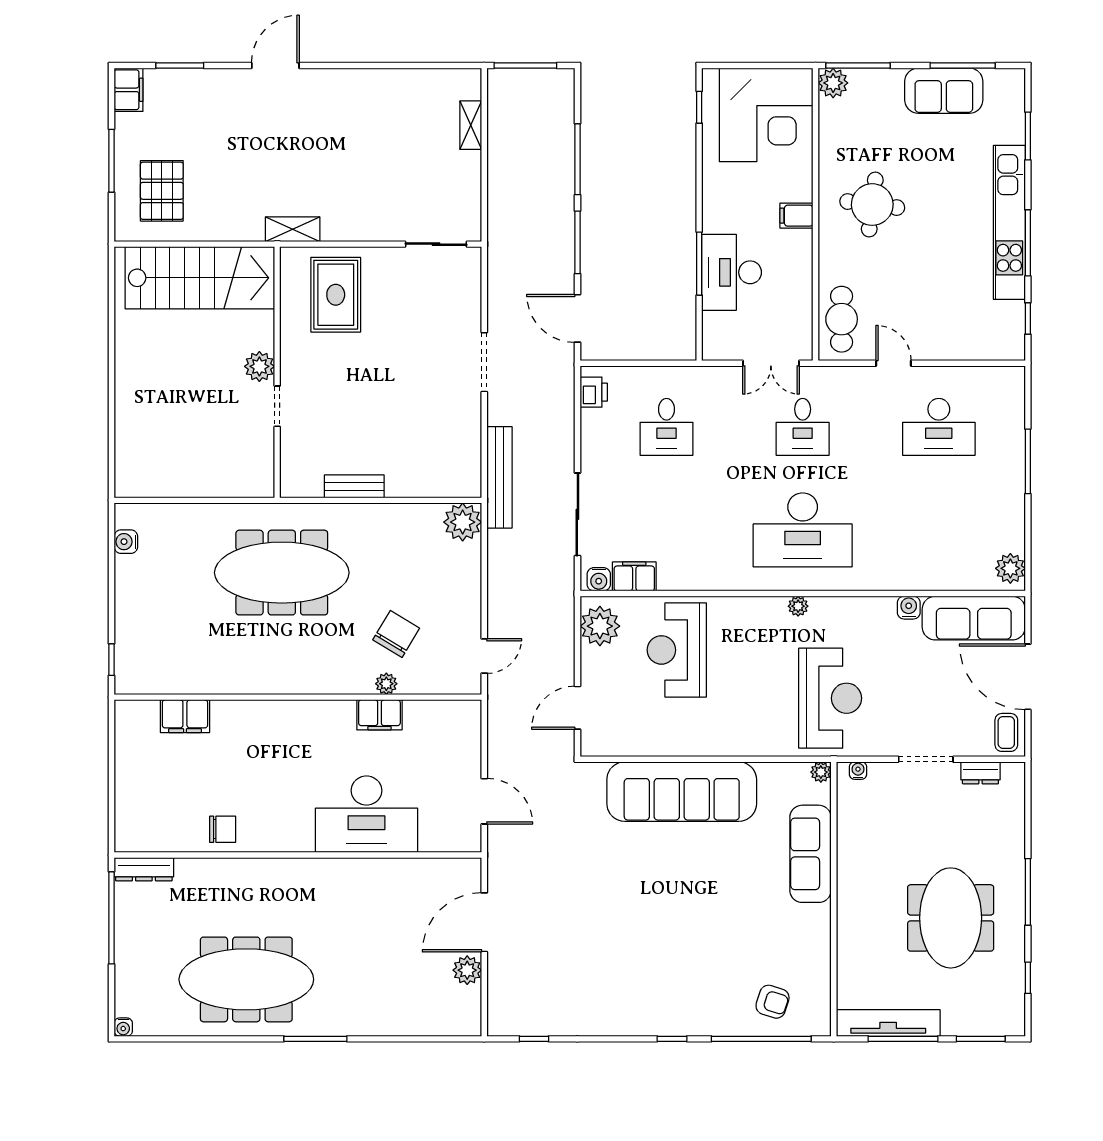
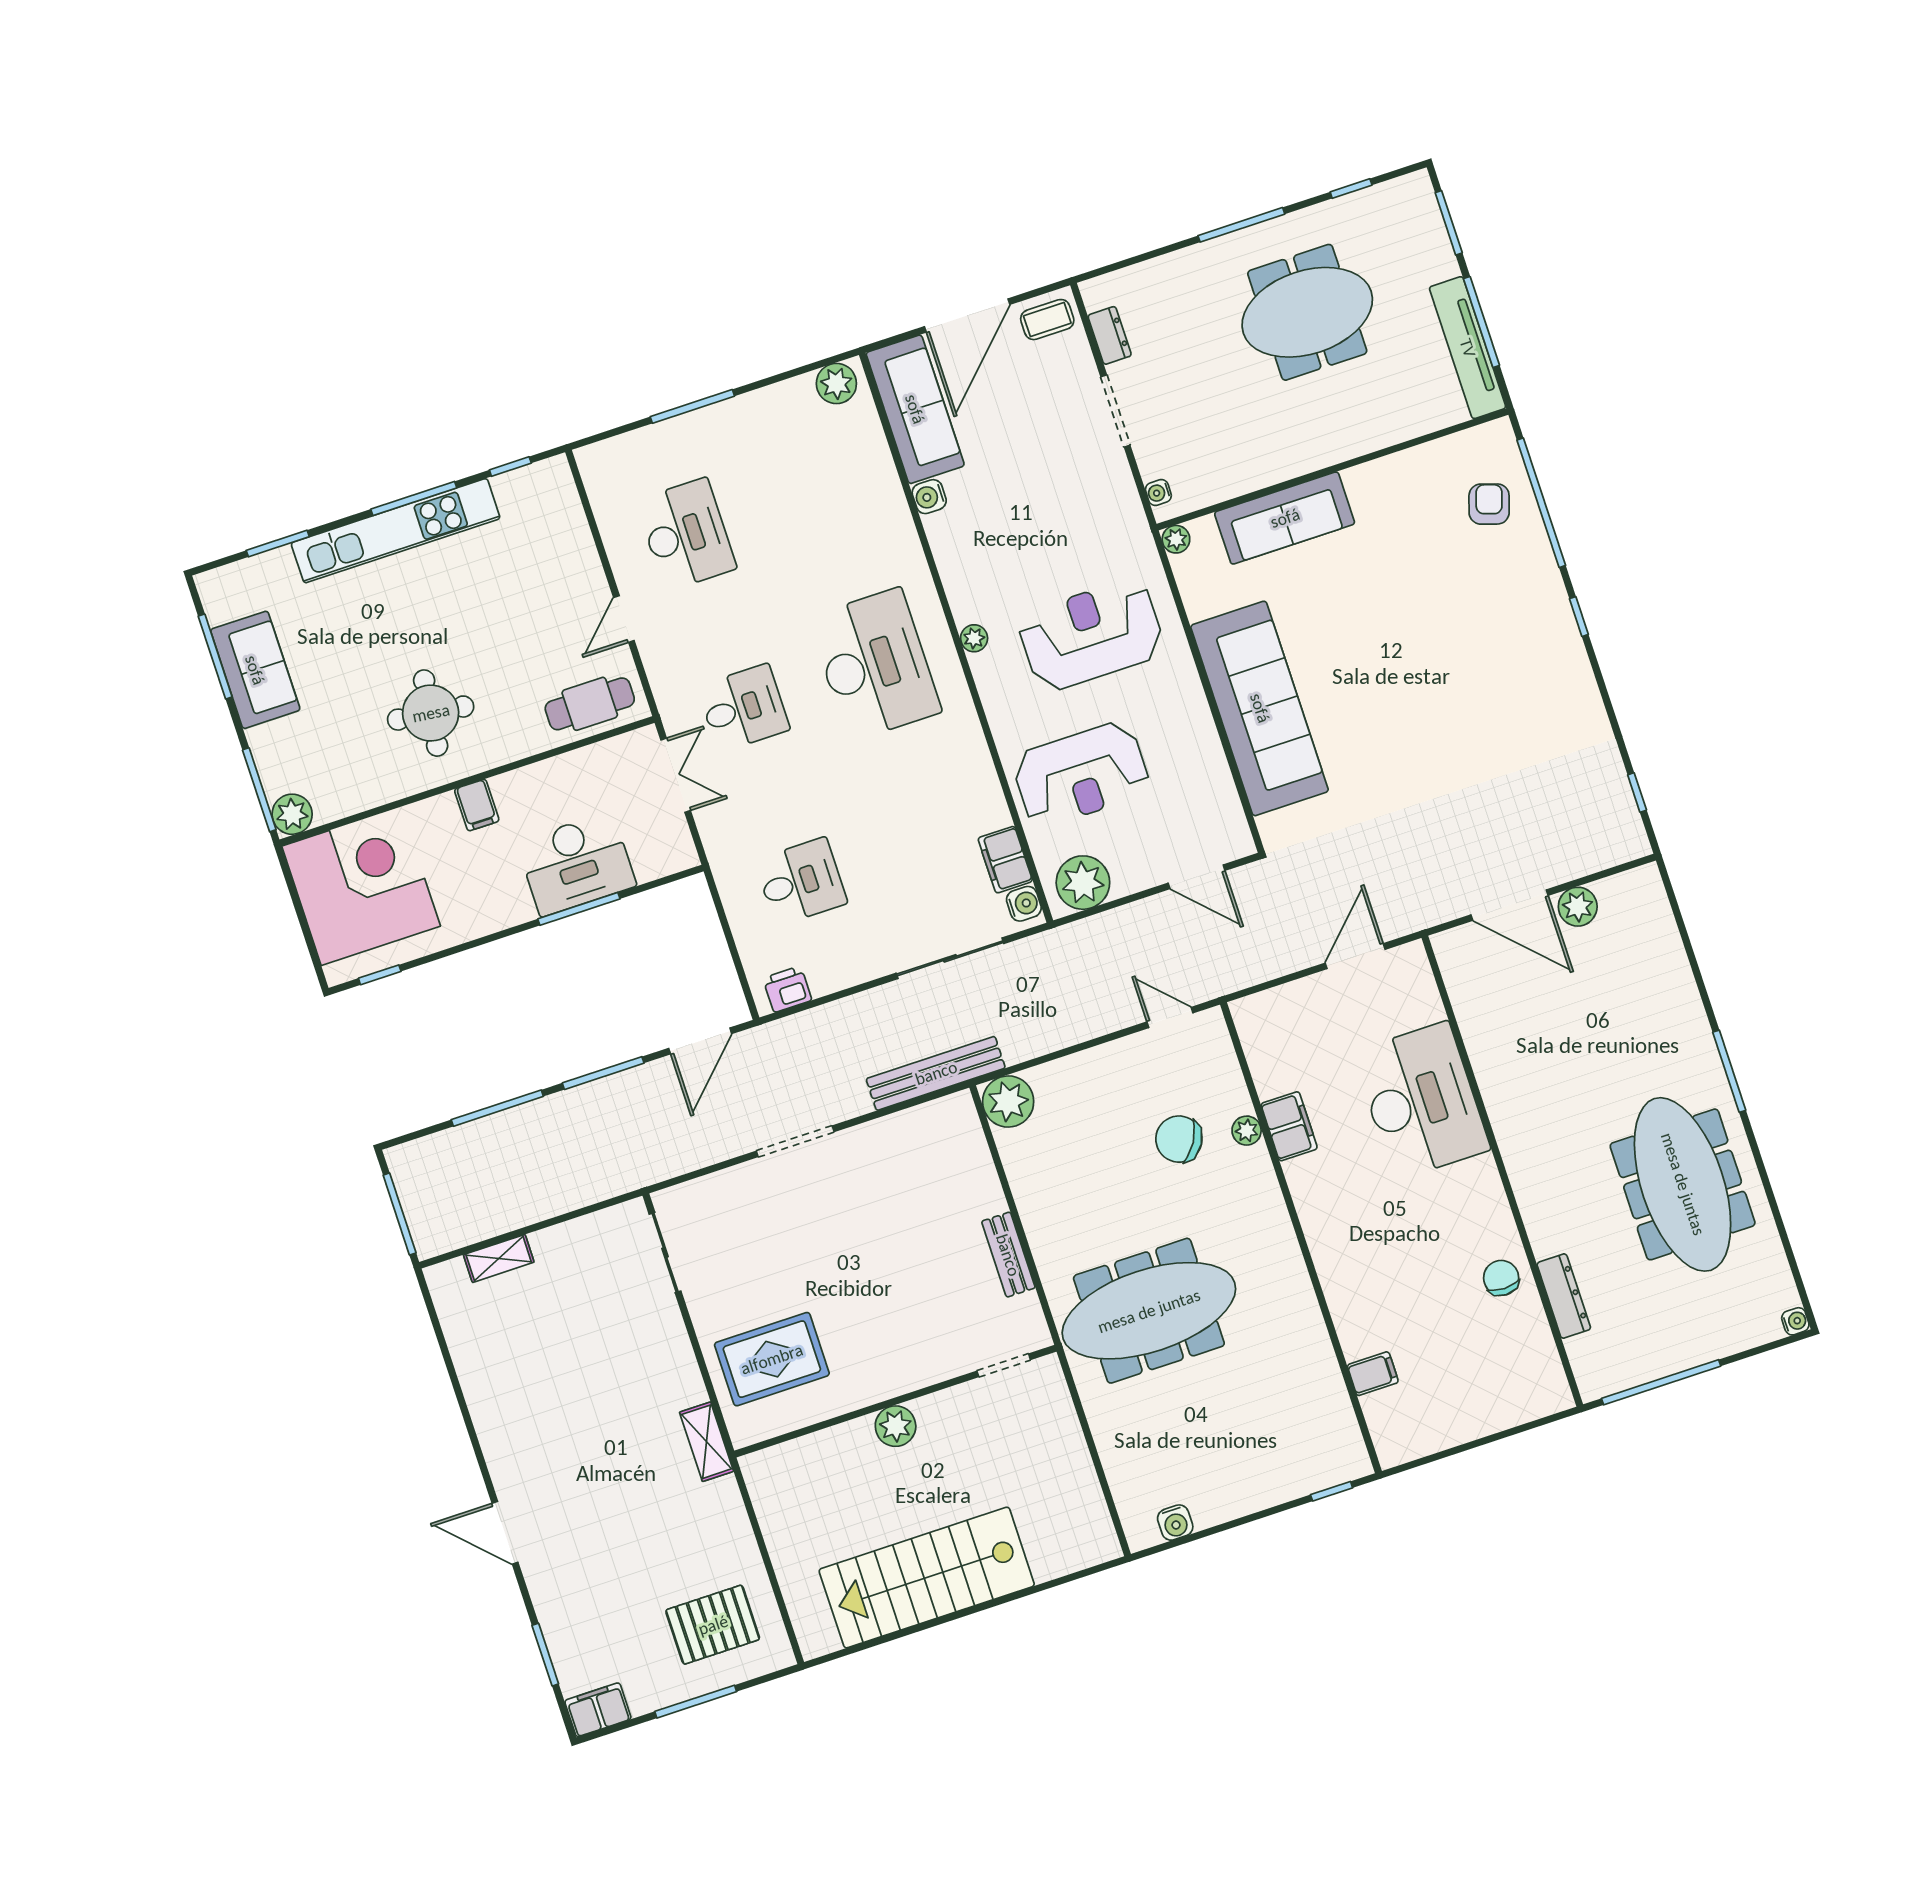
stairs: (200, 278) -> (927, 1578), moved, turned -90
doorway: (277, 406) -> (1004, 1365), moved
meeting table: (282, 573) -> (1149, 1311), turned 90
reception desk: (830, 698) -> (1091, 635), moved
filing cabinet: (185, 716) -> (1373, 1374), width x0.50
dresser: (144, 869) -> (1564, 1296), moved

